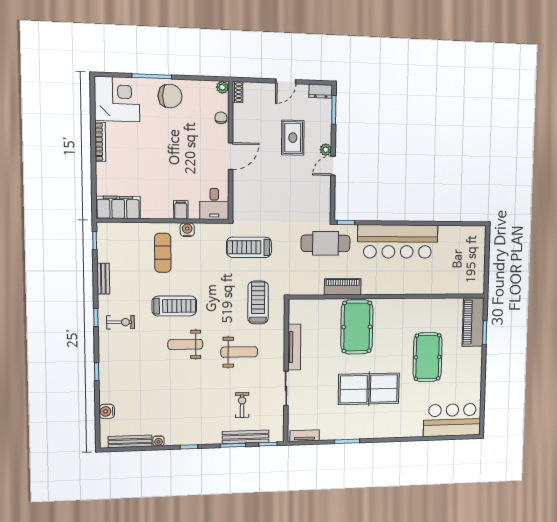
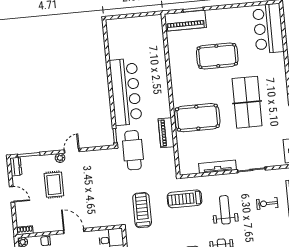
rug: (293, 138) -> (54, 185), turned 90
door: (333, 166) -> (72, 151), swing flipped
treadmill: (249, 247) -> (142, 210), turned 180

